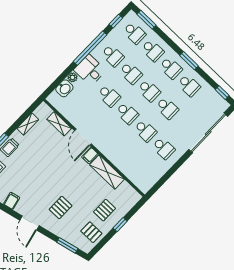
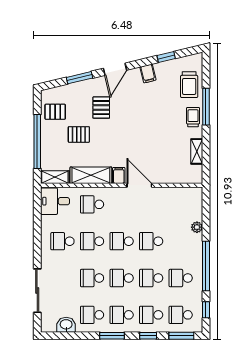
desk: (90, 70) -> (55, 201), moved, turned 180
washbasin: (64, 88) -> (66, 325), moved, turned 90
window: (222, 93) -> (148, 336), moved
shelving: (59, 124) -> (55, 177), moved
sliding door: (208, 133) -> (37, 291), width x0.73
school desk: (124, 153) -> (92, 204), added
pallet: (105, 210) -> (79, 134), moved, turned 90
door: (29, 223) -> (115, 69), swing flipped
window: (120, 225) -> (37, 142), width x3.17
window: (67, 245) -> (79, 78), moved

